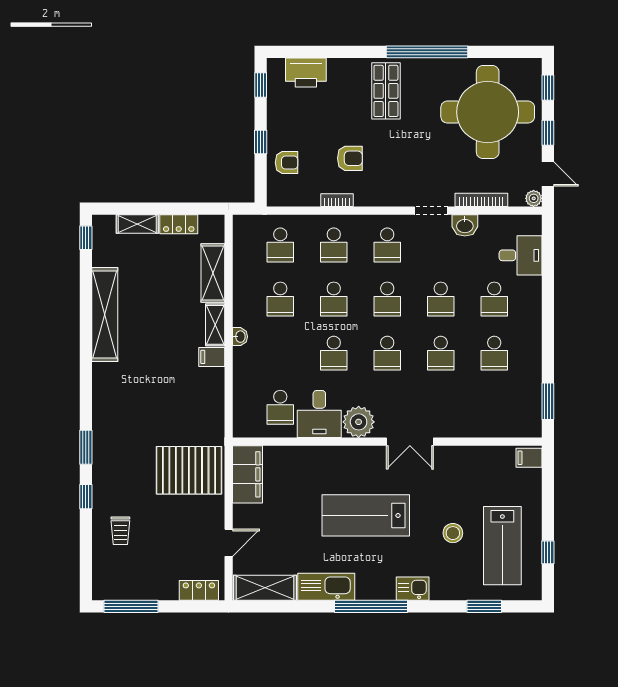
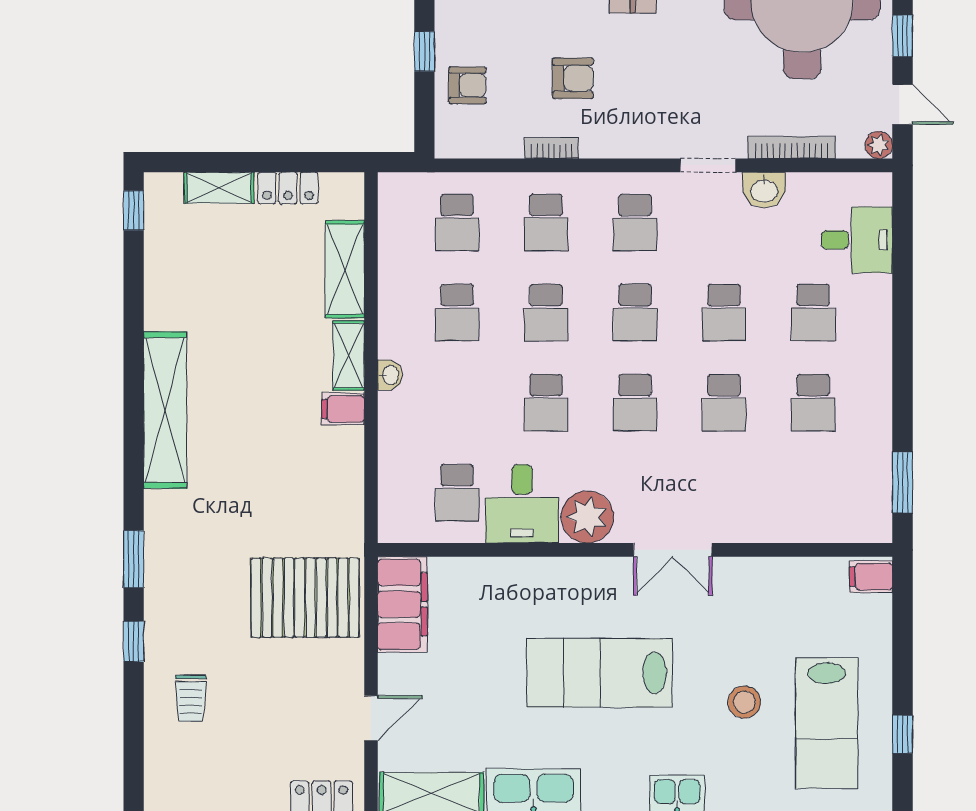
shelving: (105, 314) -> (165, 410), moved

